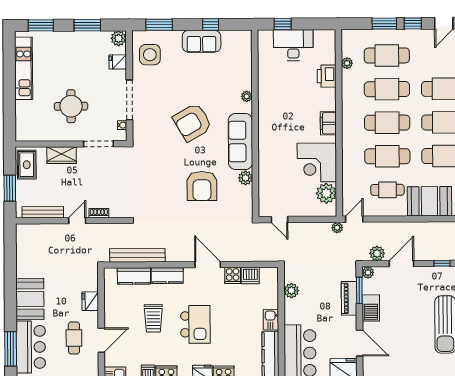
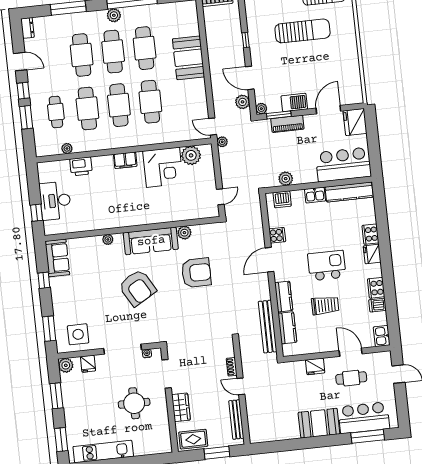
sofa: (202, 41) -> (57, 258), moved
cafe table: (387, 56) -> (56, 112), width x0.73, depth x0.74
cafe table: (387, 190) -> (182, 98), removed
dishwasher: (250, 276) -> (282, 199), moved, turned 90

